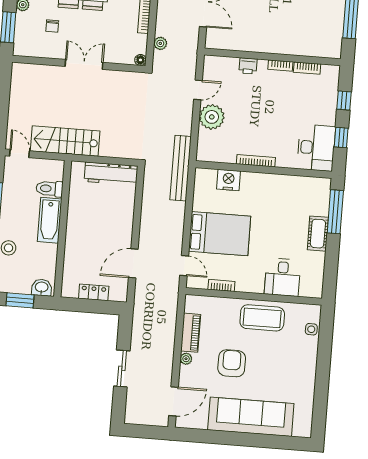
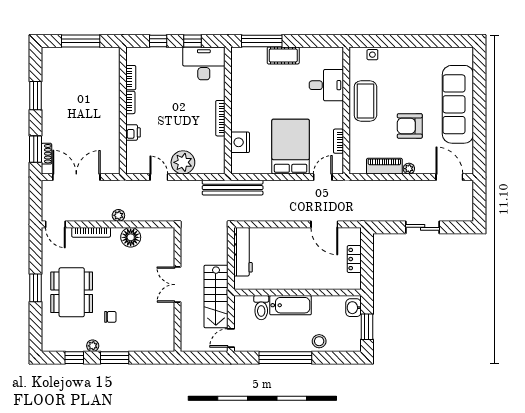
floor lamp: (140, 60) -> (131, 237), width x1.89, depth x1.89
wall: (79, 64) -> (178, 290), moved
double door: (84, 64) -> (178, 285), moved

